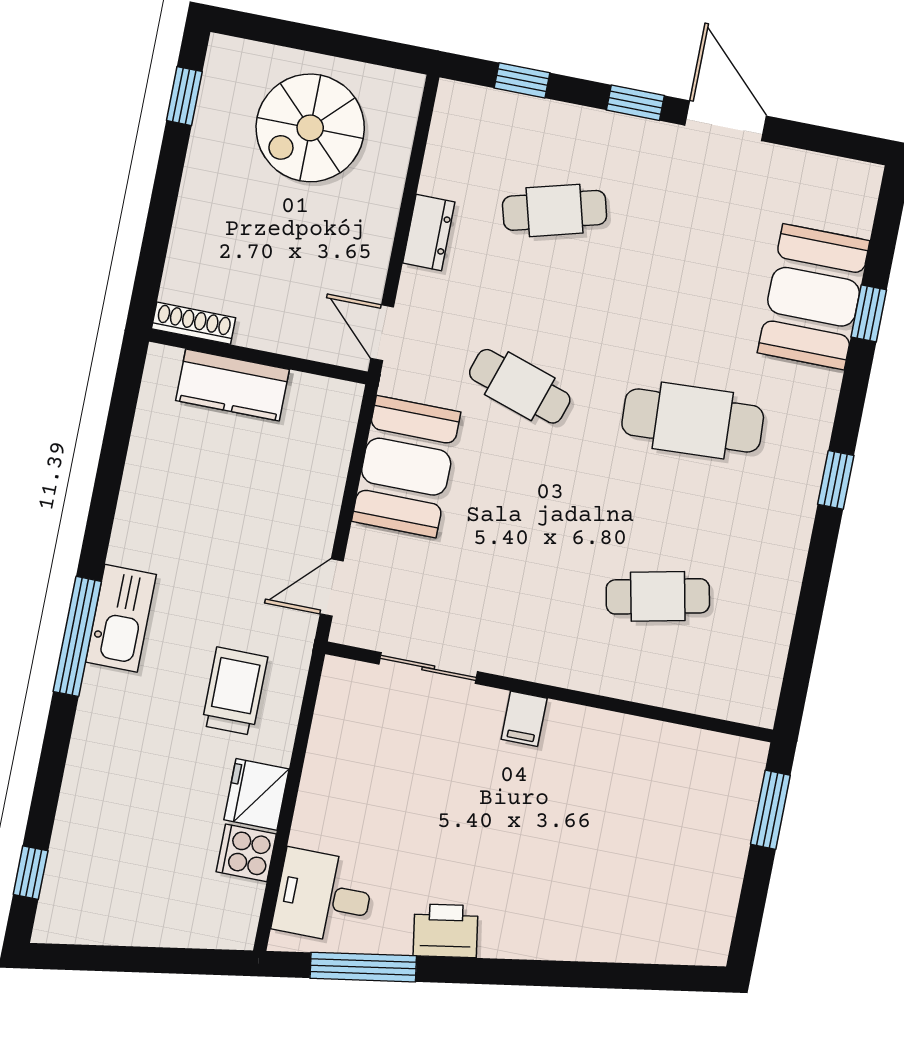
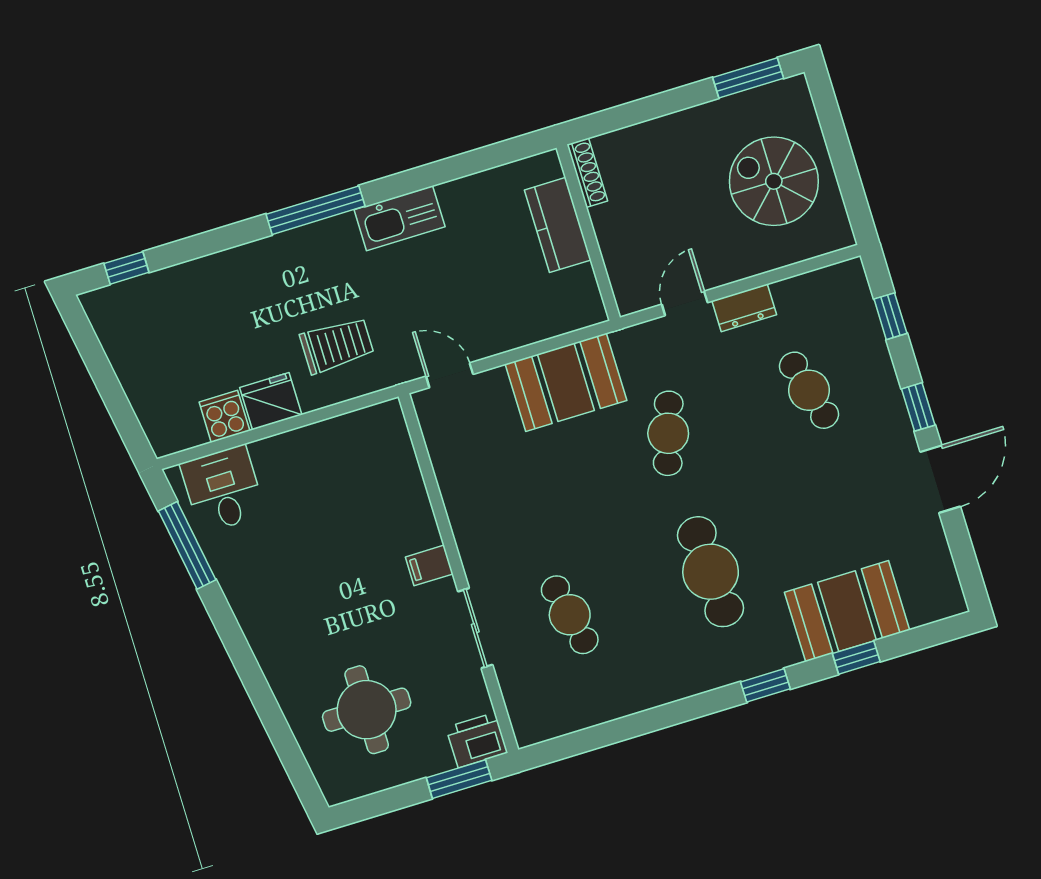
window: (184, 96) -> (748, 78), width x1.50
door: (382, 333) -> (685, 303), moved
window: (836, 480) -> (765, 685), moved
kitchen sink: (121, 618) -> (400, 218), moved
sliding door: (428, 668) -> (475, 628), moved
round table: (643, 869) -> (367, 710), added
printer: (446, 931) -> (477, 740), moved, turned -81

